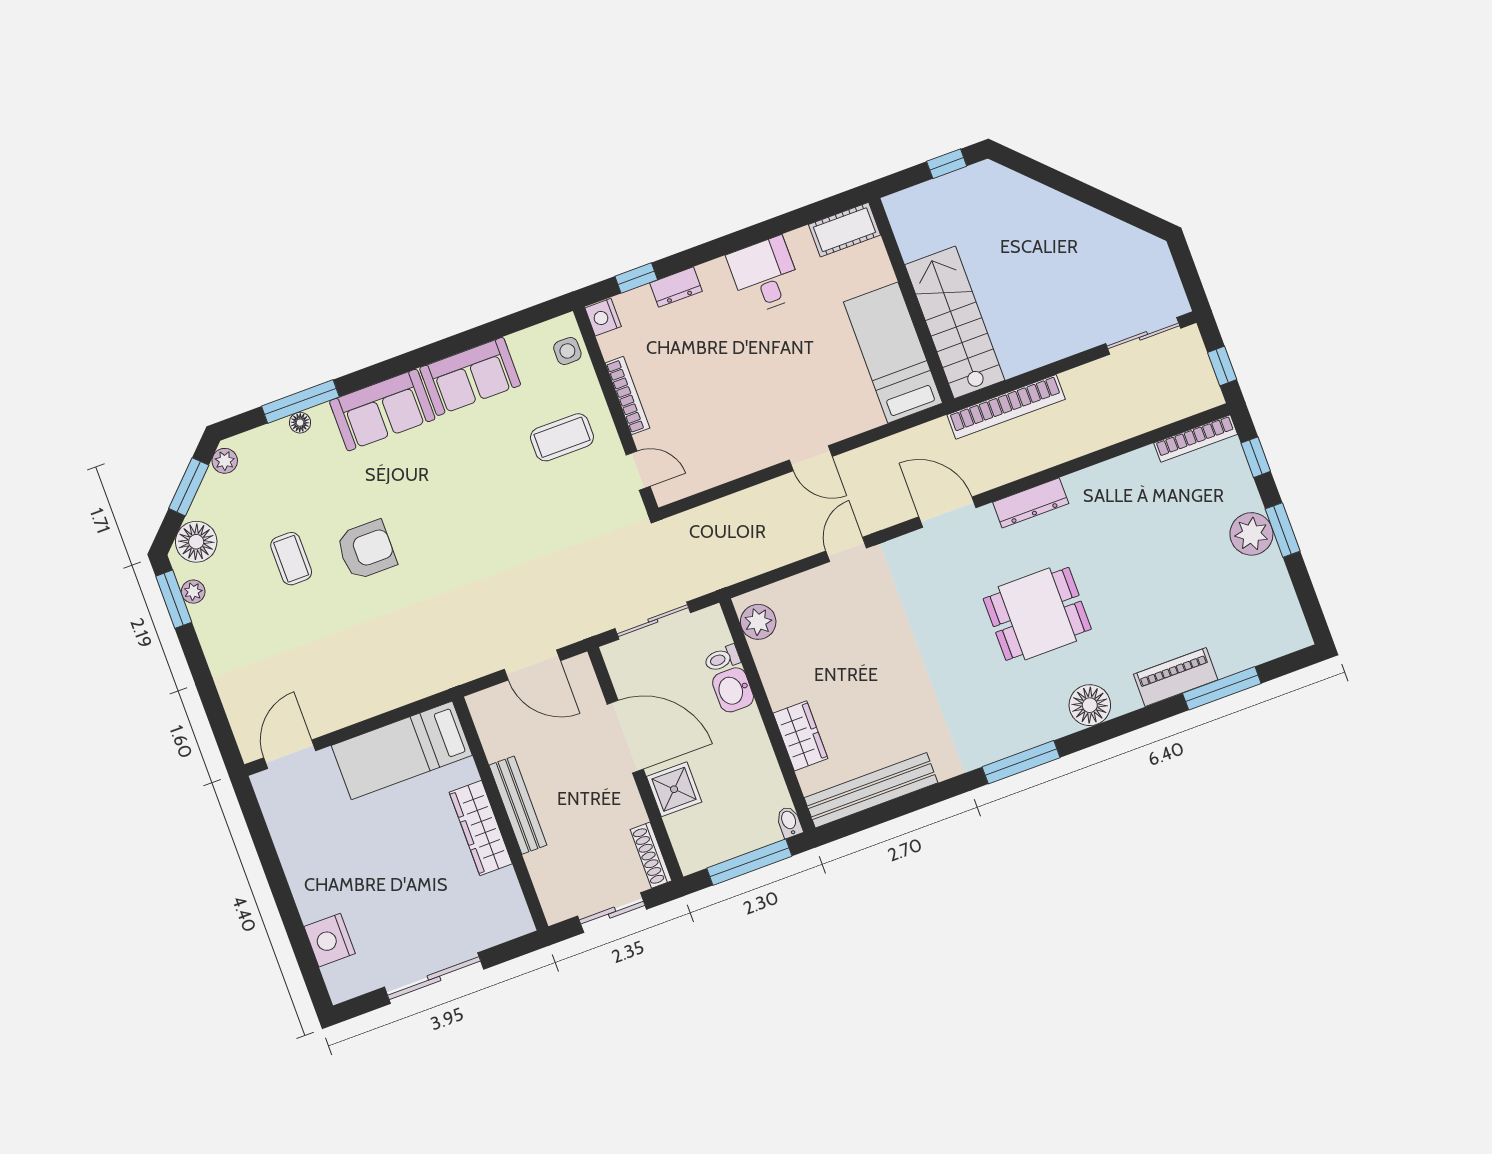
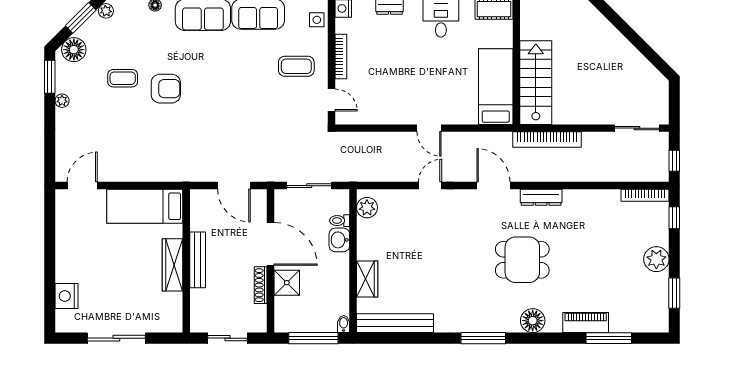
window: (1283, 530) -> (674, 293), moved
coffee table: (291, 559) -> (123, 78), turned 90
plant: (193, 592) -> (62, 101), moved
shoe rack: (651, 855) -> (261, 285), moved

